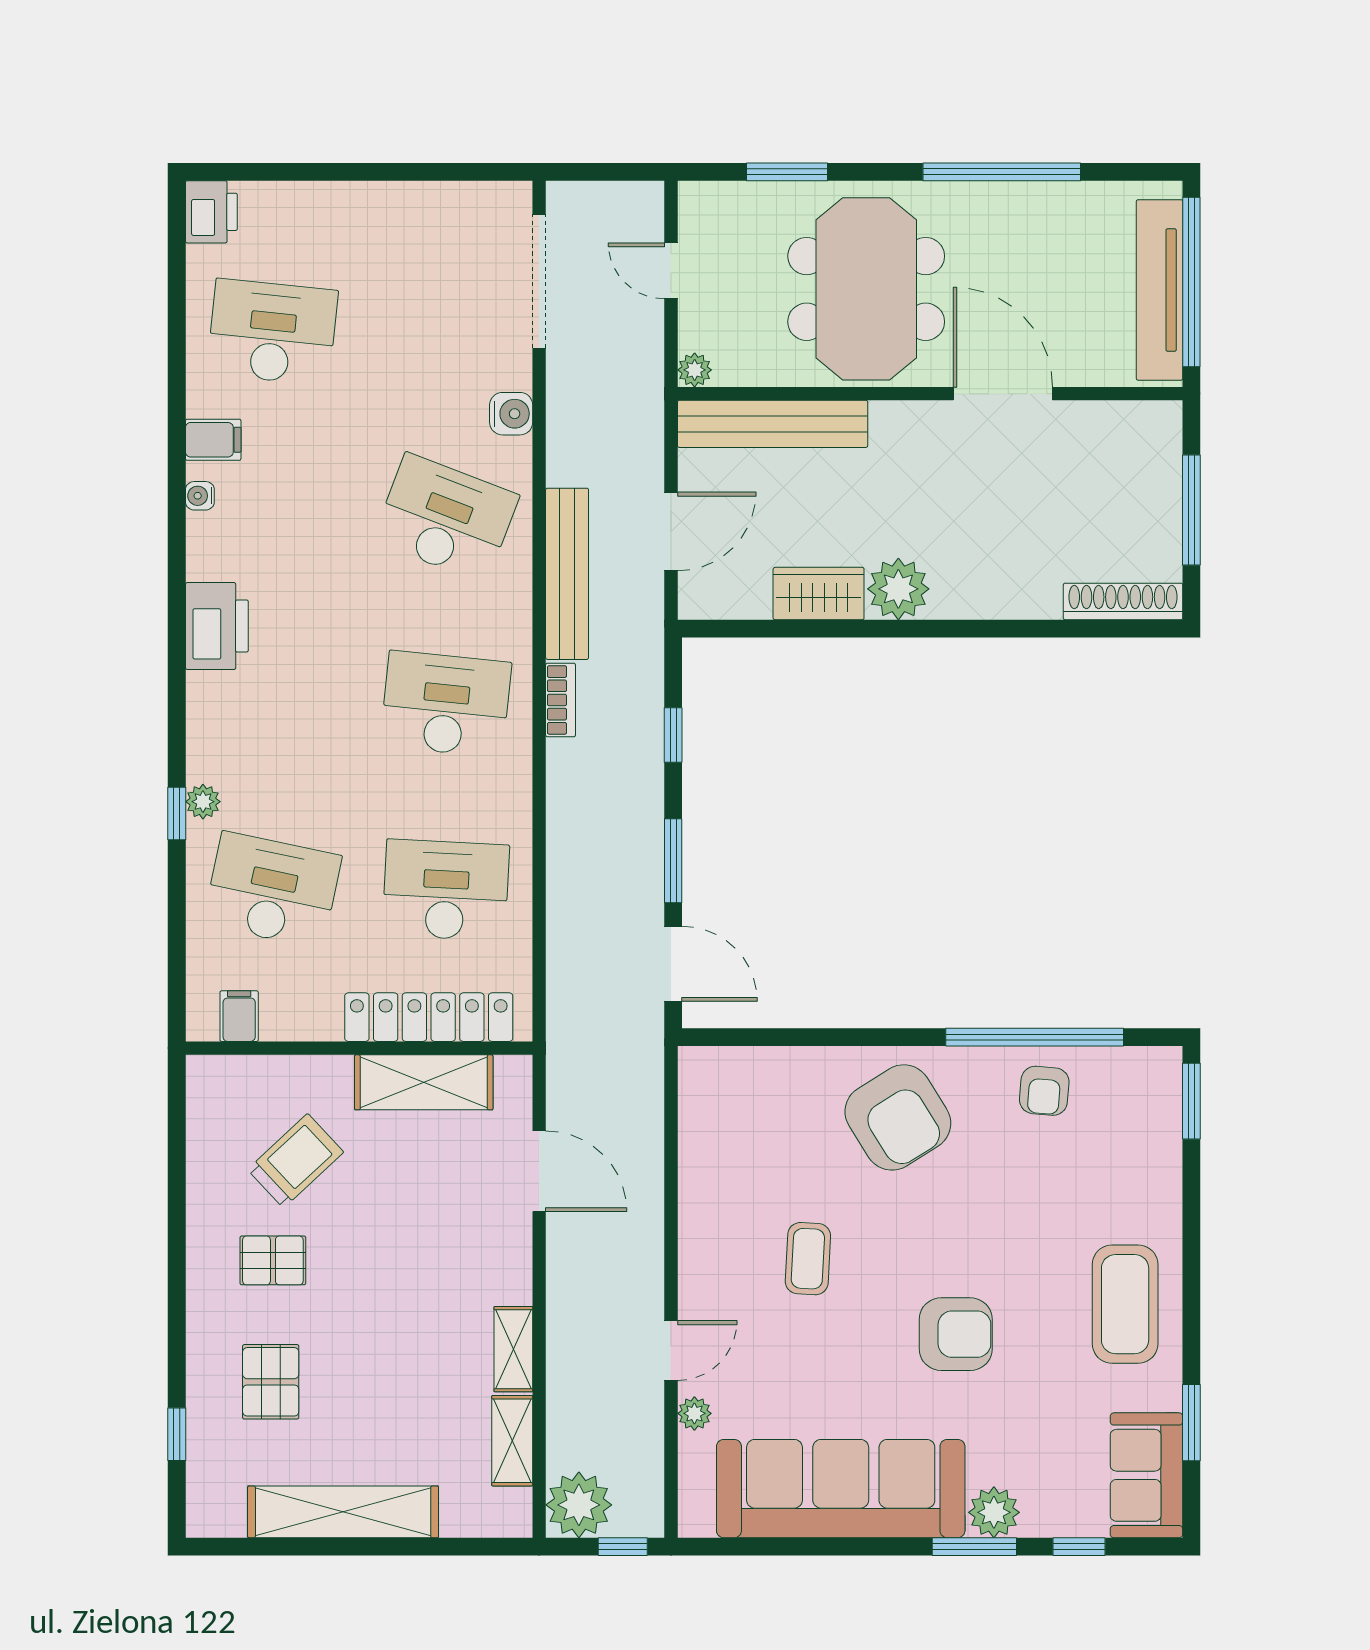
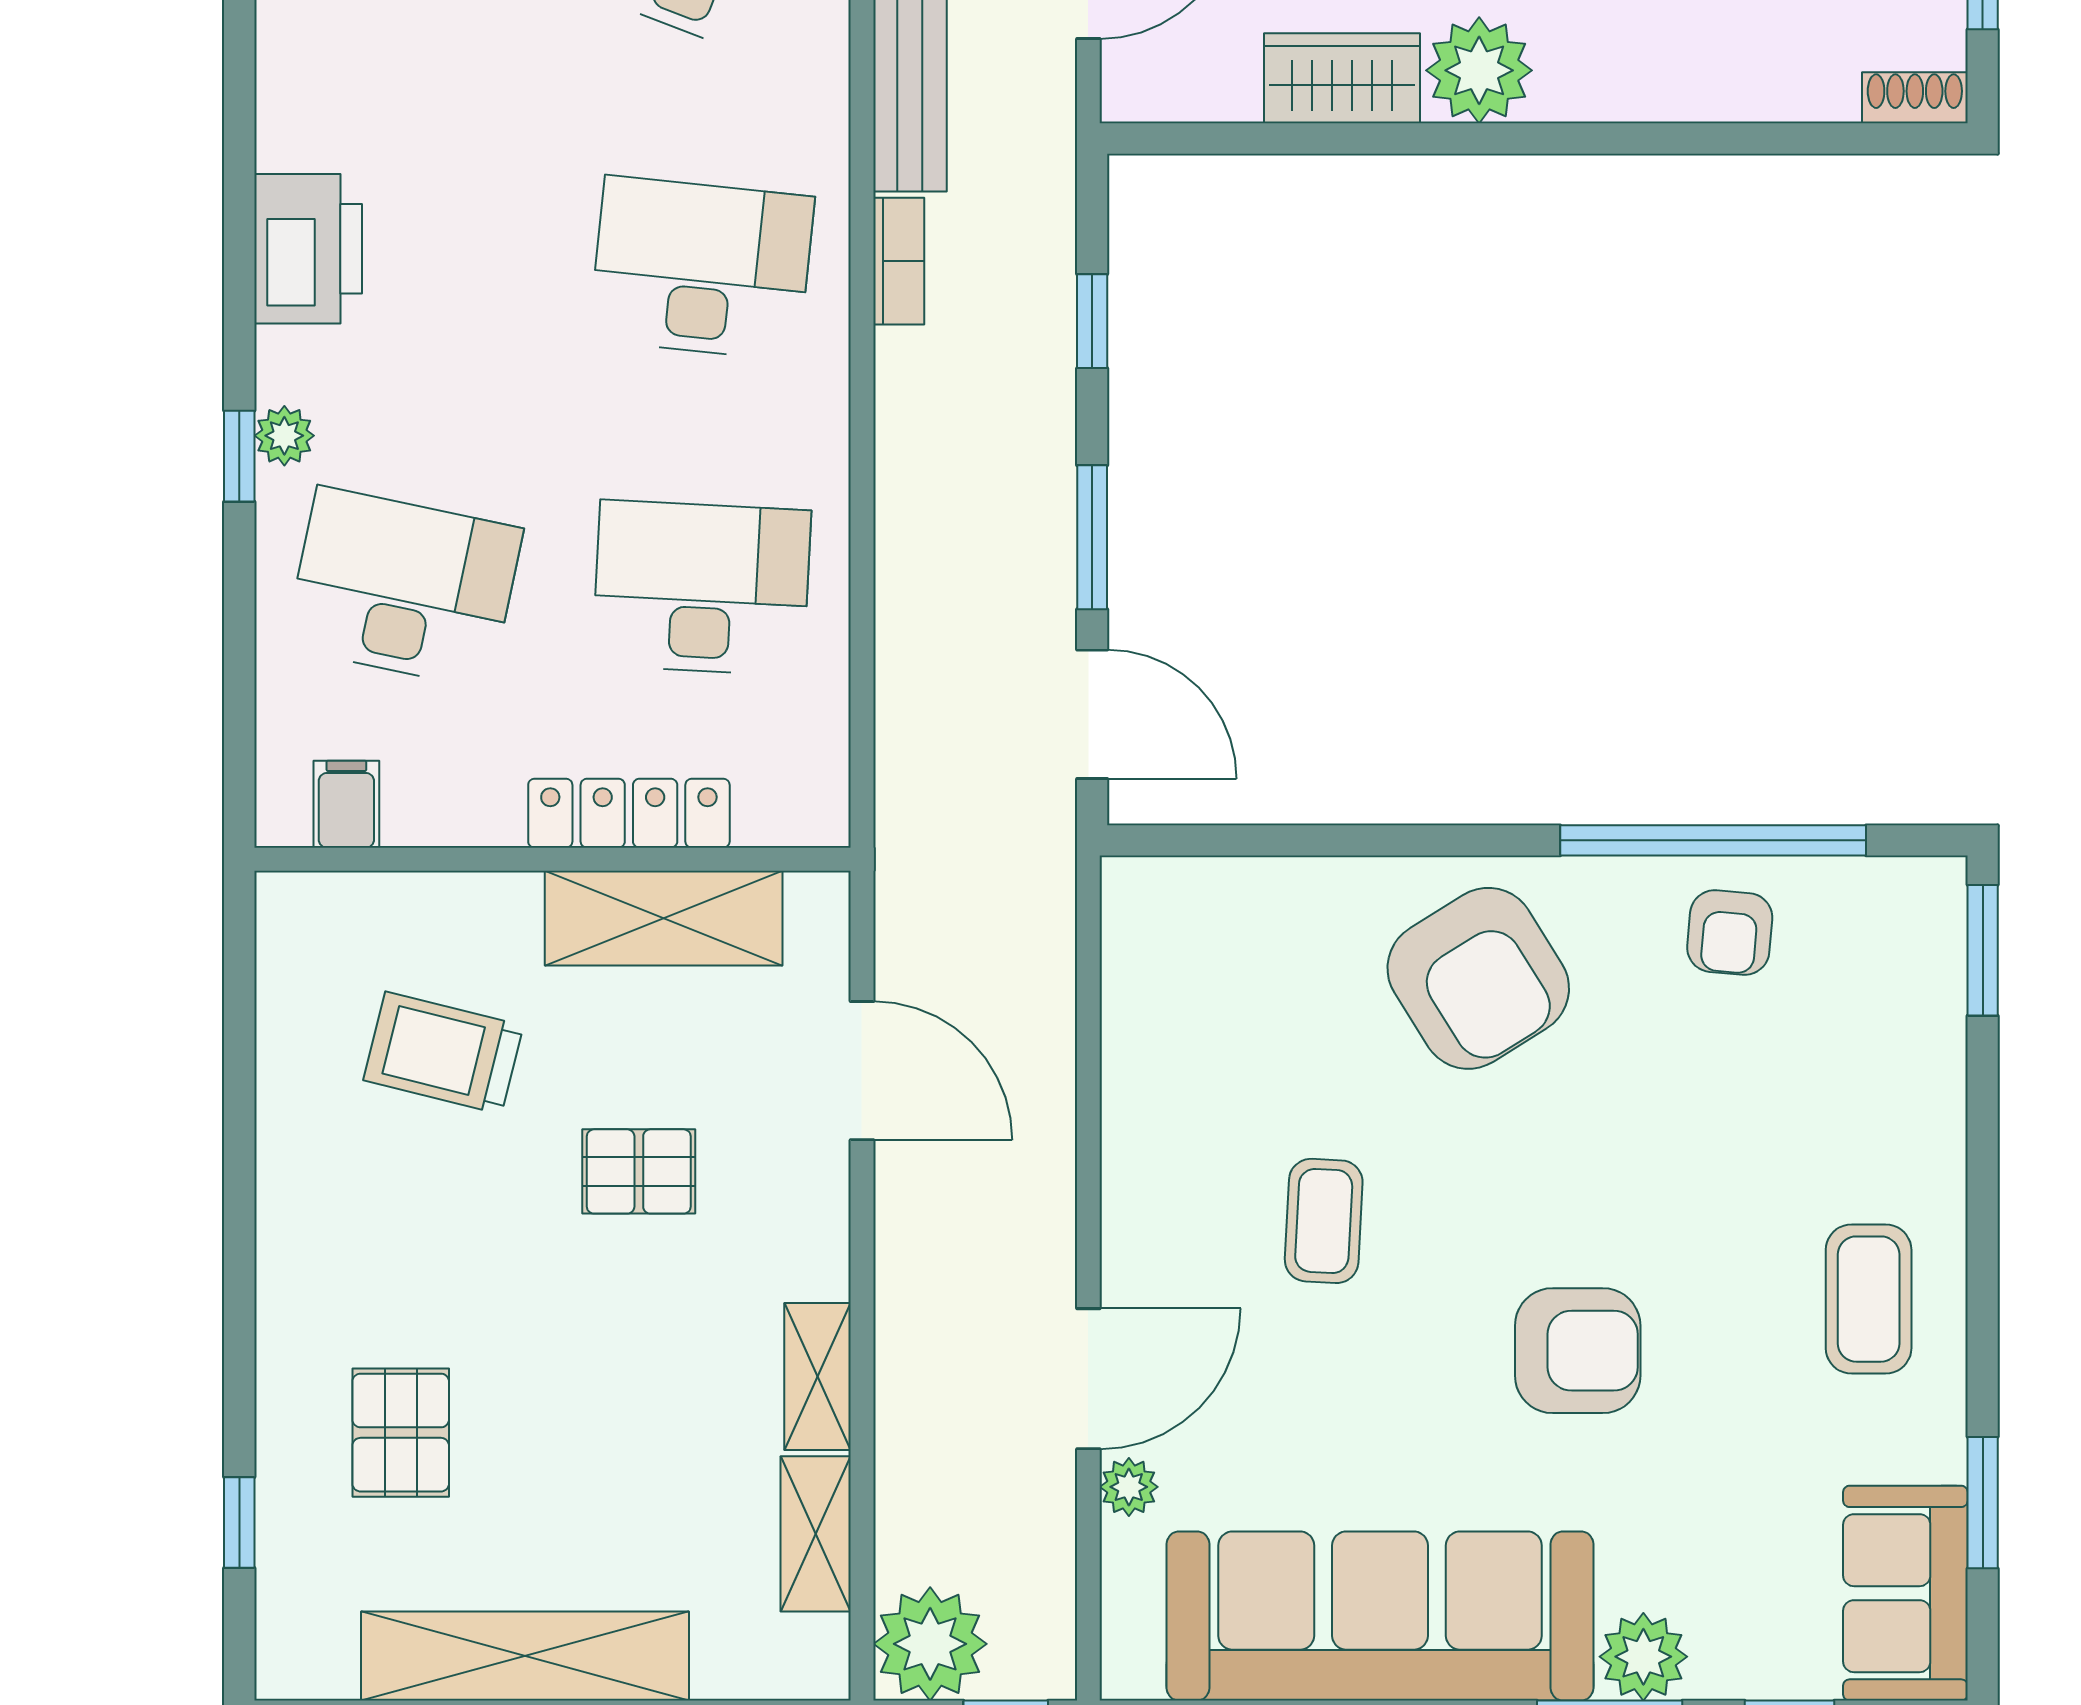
shoe rack: (1123, 601) -> (1915, 98), width x0.51, depth x0.81
printer: (217, 626) -> (308, 249), moved
locker: (429, 1017) -> (629, 813), width x0.71, depth x0.83
trolley: (296, 1161) -> (443, 1053), turned -123
pallet: (273, 1260) -> (639, 1171), moved
coffee table: (1125, 1304) -> (1869, 1299), width x0.73, depth x0.76
door: (671, 1350) -> (1088, 1379), width x1.38

